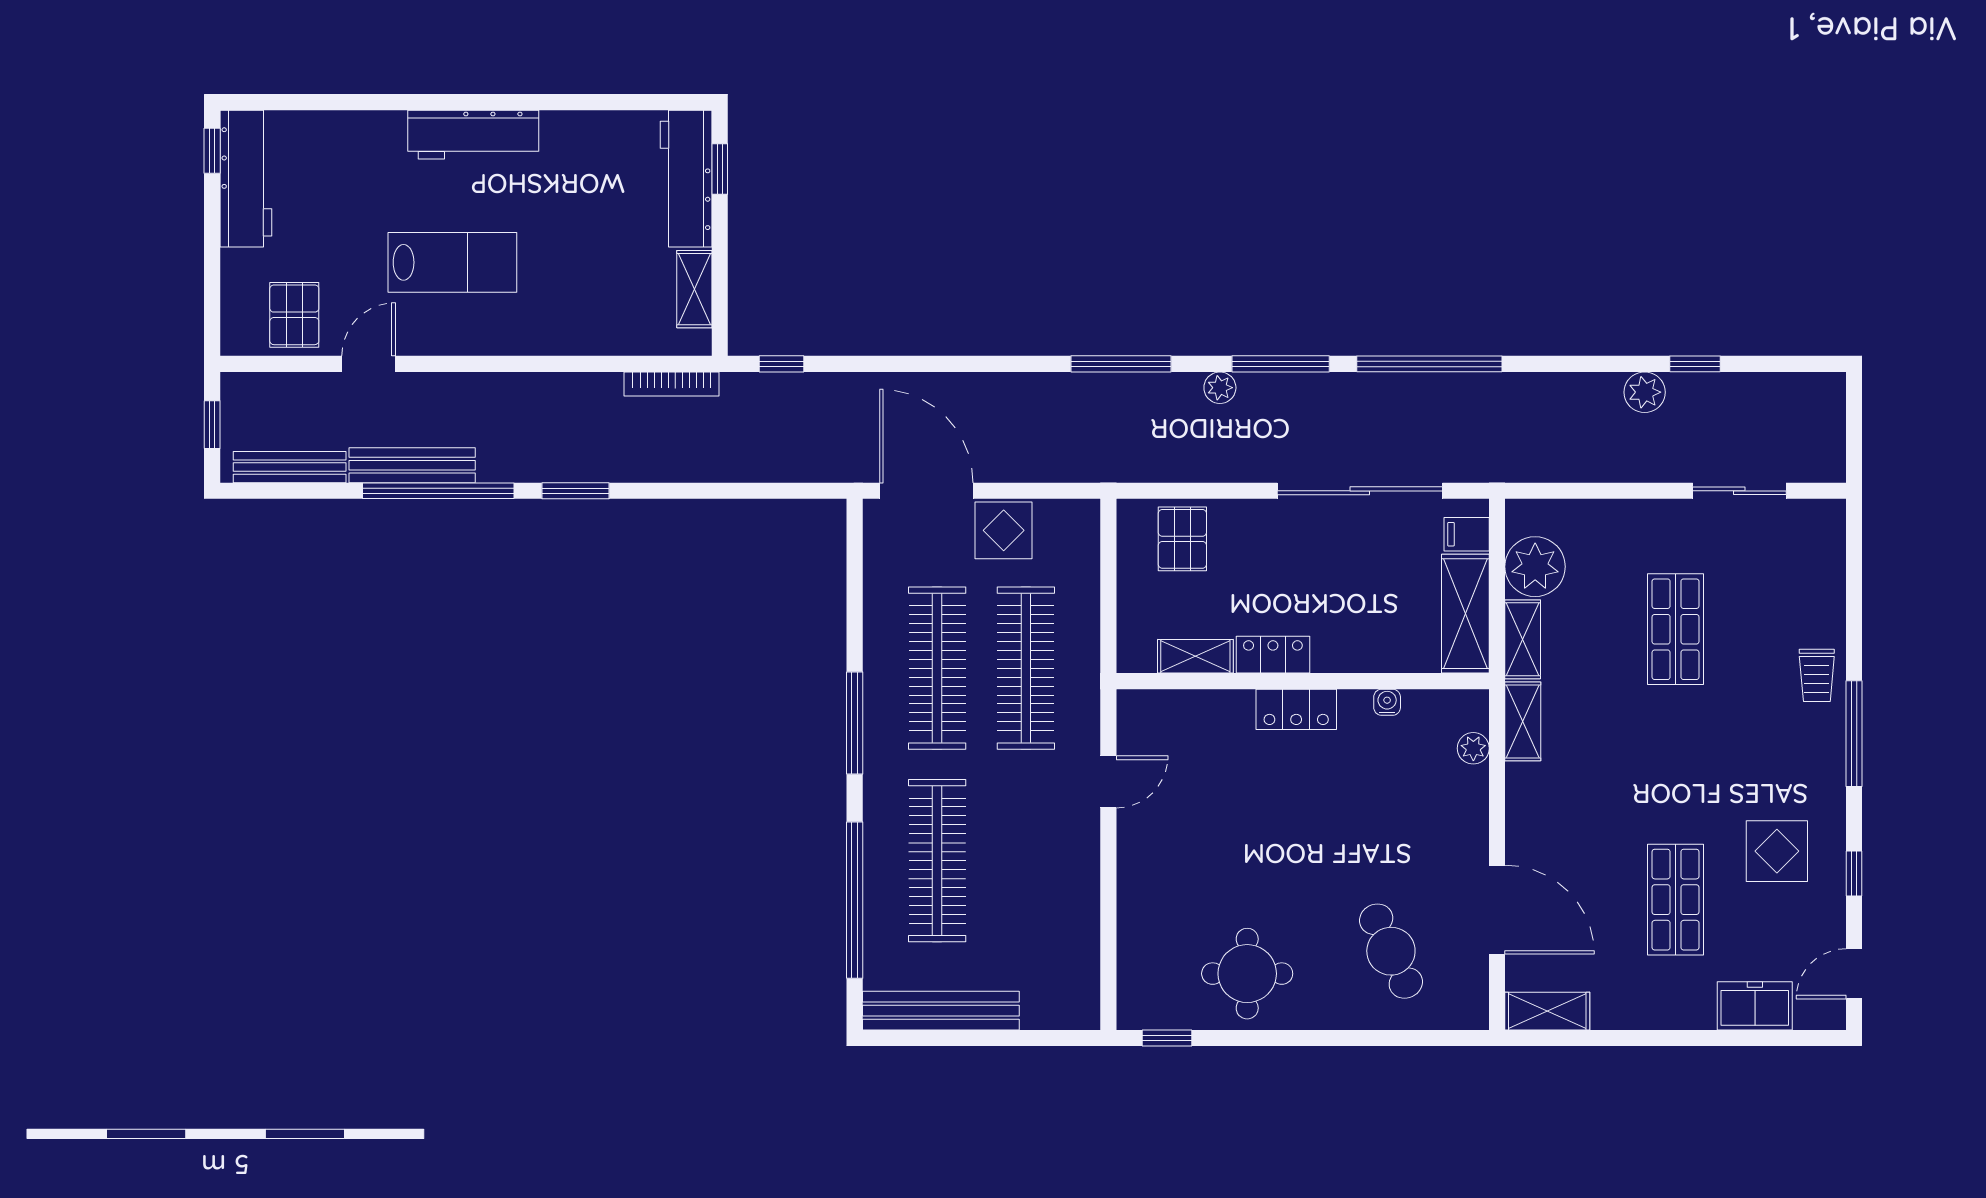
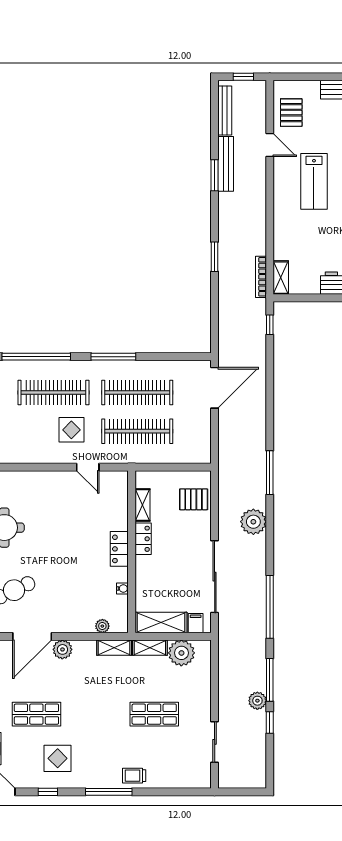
shelving: (694, 289) -> (281, 278), moved, turned 90
pallet: (294, 315) -> (291, 113), turned 90
window: (1281, 364) -> (270, 680), moved
plant: (1220, 388) -> (253, 522), width x1.87, depth x1.87
window: (438, 491) -> (215, 175), width x0.47
window: (575, 491) -> (215, 257), moved
display table: (1004, 530) -> (71, 430), moved
plant: (1527, 840) -> (62, 649), added

